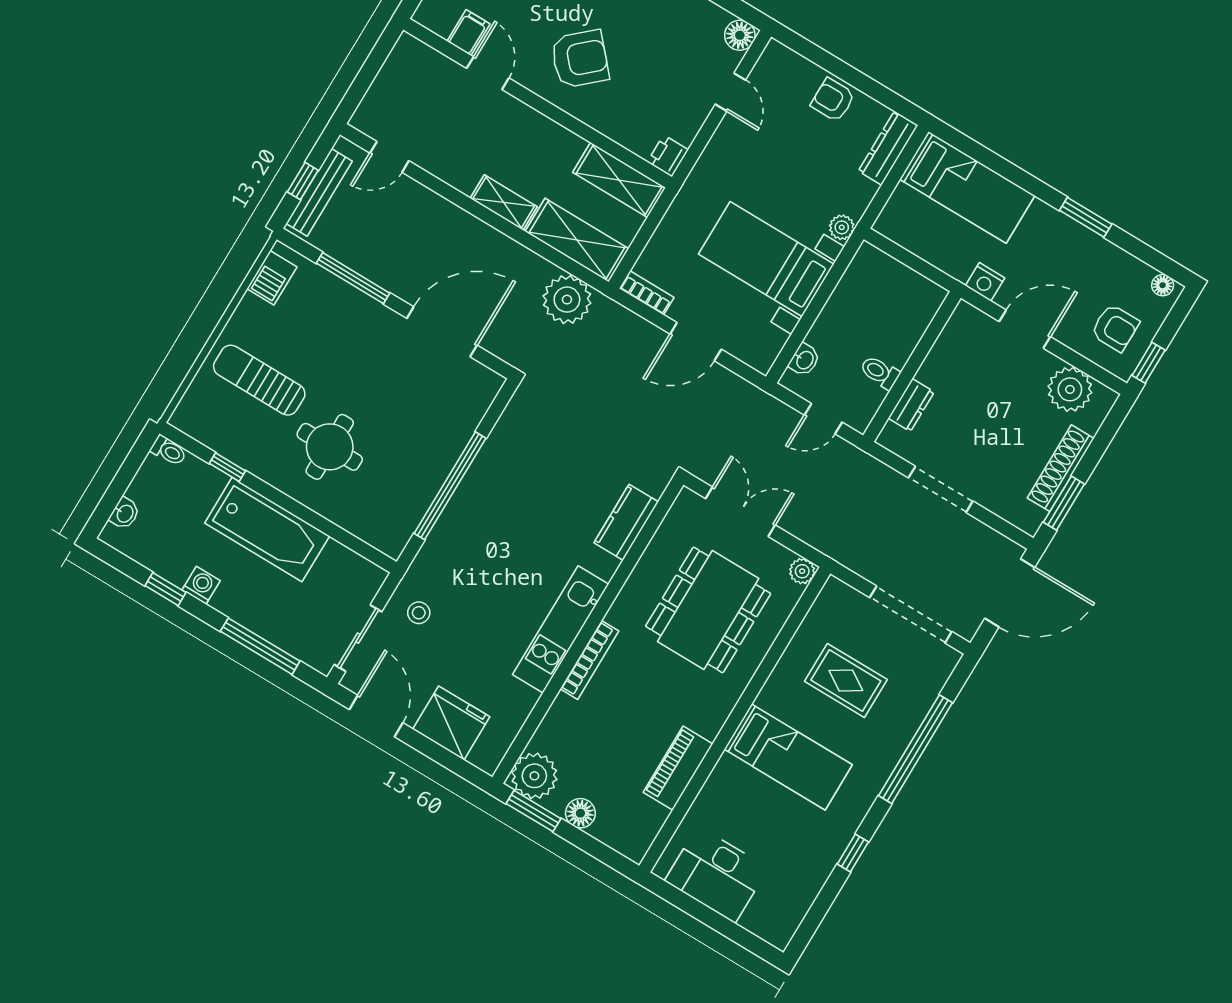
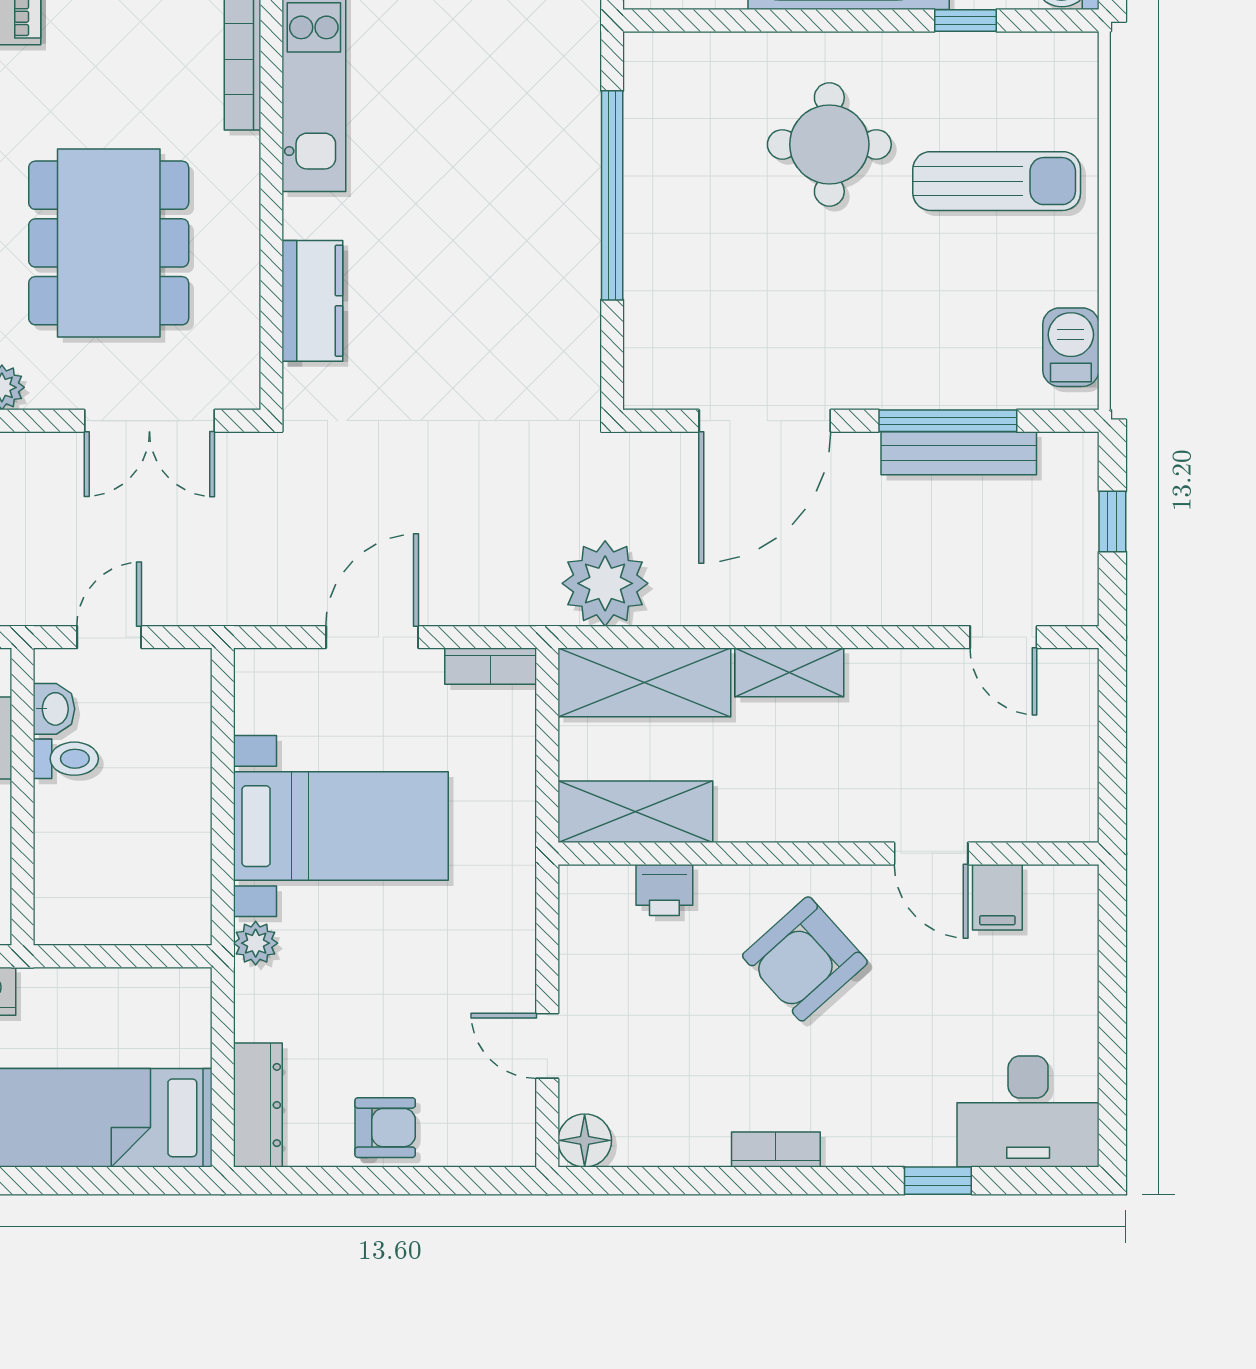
printer: (668, 156) -> (664, 890), moved, turned 90
door: (389, 157) -> (1003, 637), swing flipped
bench: (319, 192) -> (959, 453), moved, turned 90
washbasin: (804, 360) -> (54, 709), moved, turned 180

